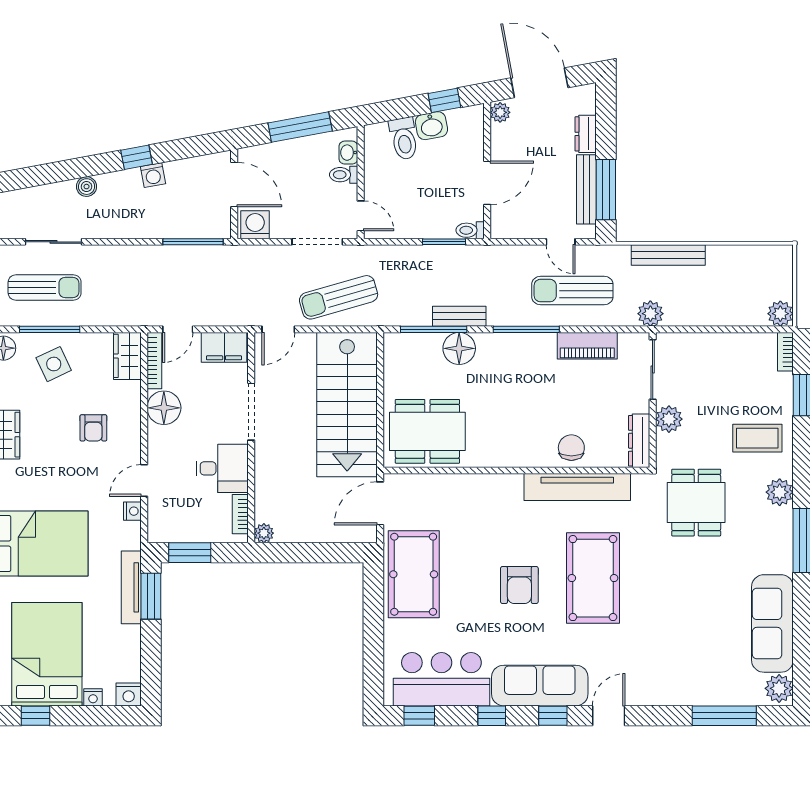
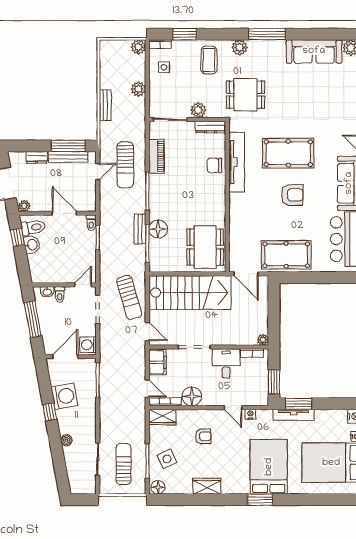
toilet: (404, 139) -> (33, 227), moved
washing machine: (153, 175) -> (64, 396), width x1.89, depth x1.89
bench: (668, 255) -> (105, 105), width x0.73
plant: (650, 314) -> (138, 89), moved
side table: (745, 359) -> (164, 67), added

